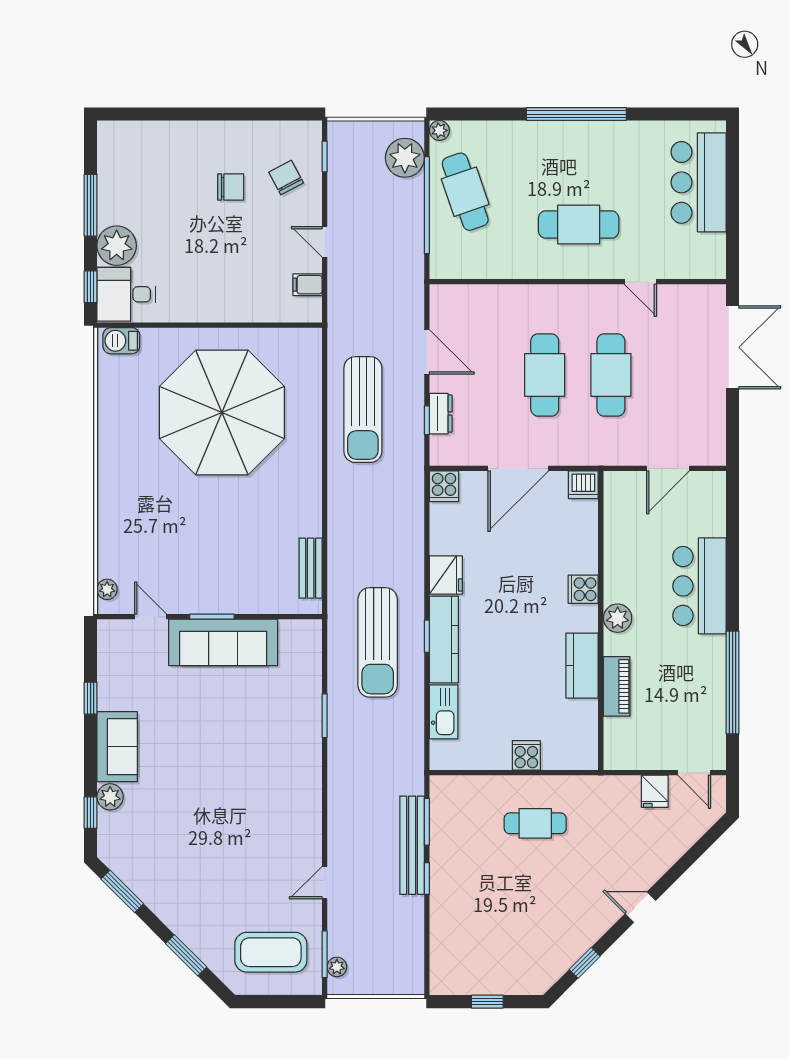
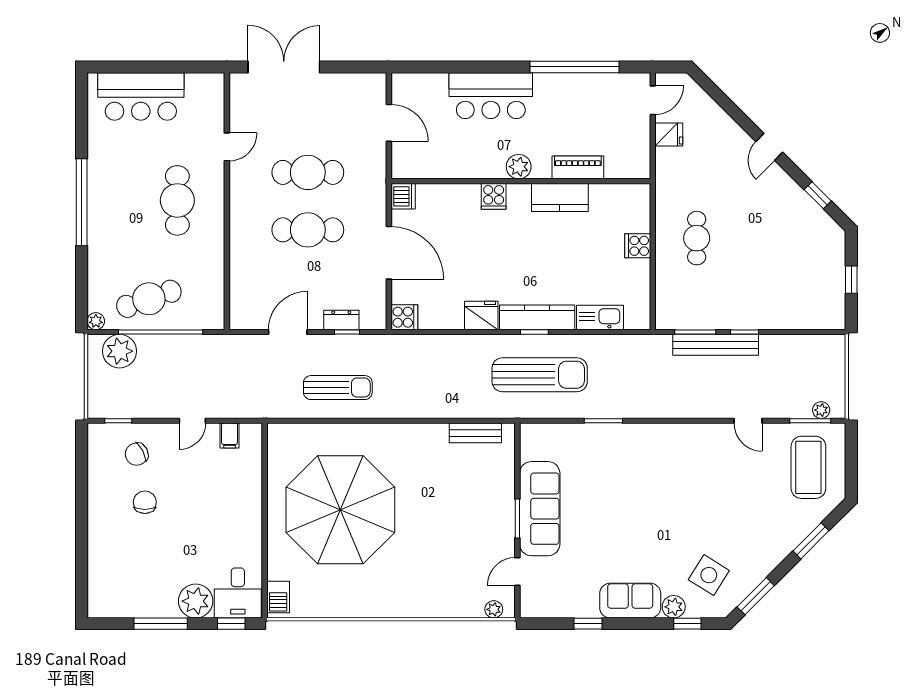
sun lounger: (363, 410) -> (338, 388), width x0.73, depth x0.75
side table: (147, 837) -> (709, 575), added

